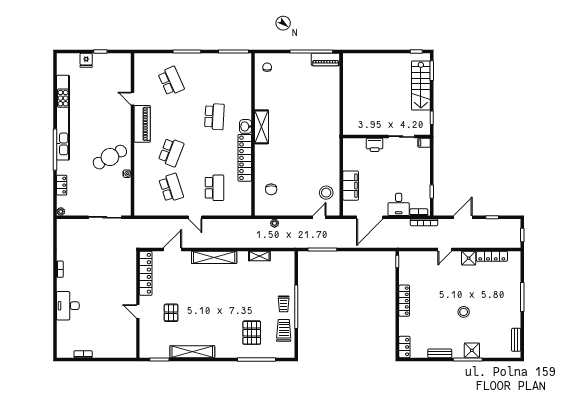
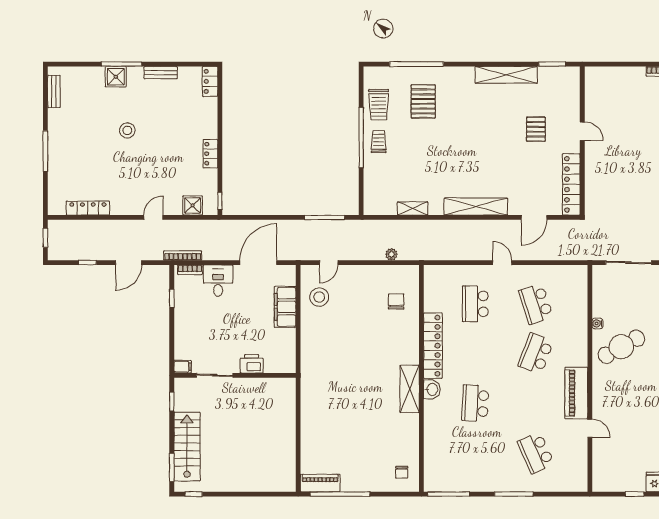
shower: (469, 258) -> (193, 205), moved
locker: (404, 301) -> (210, 154), width x0.66

